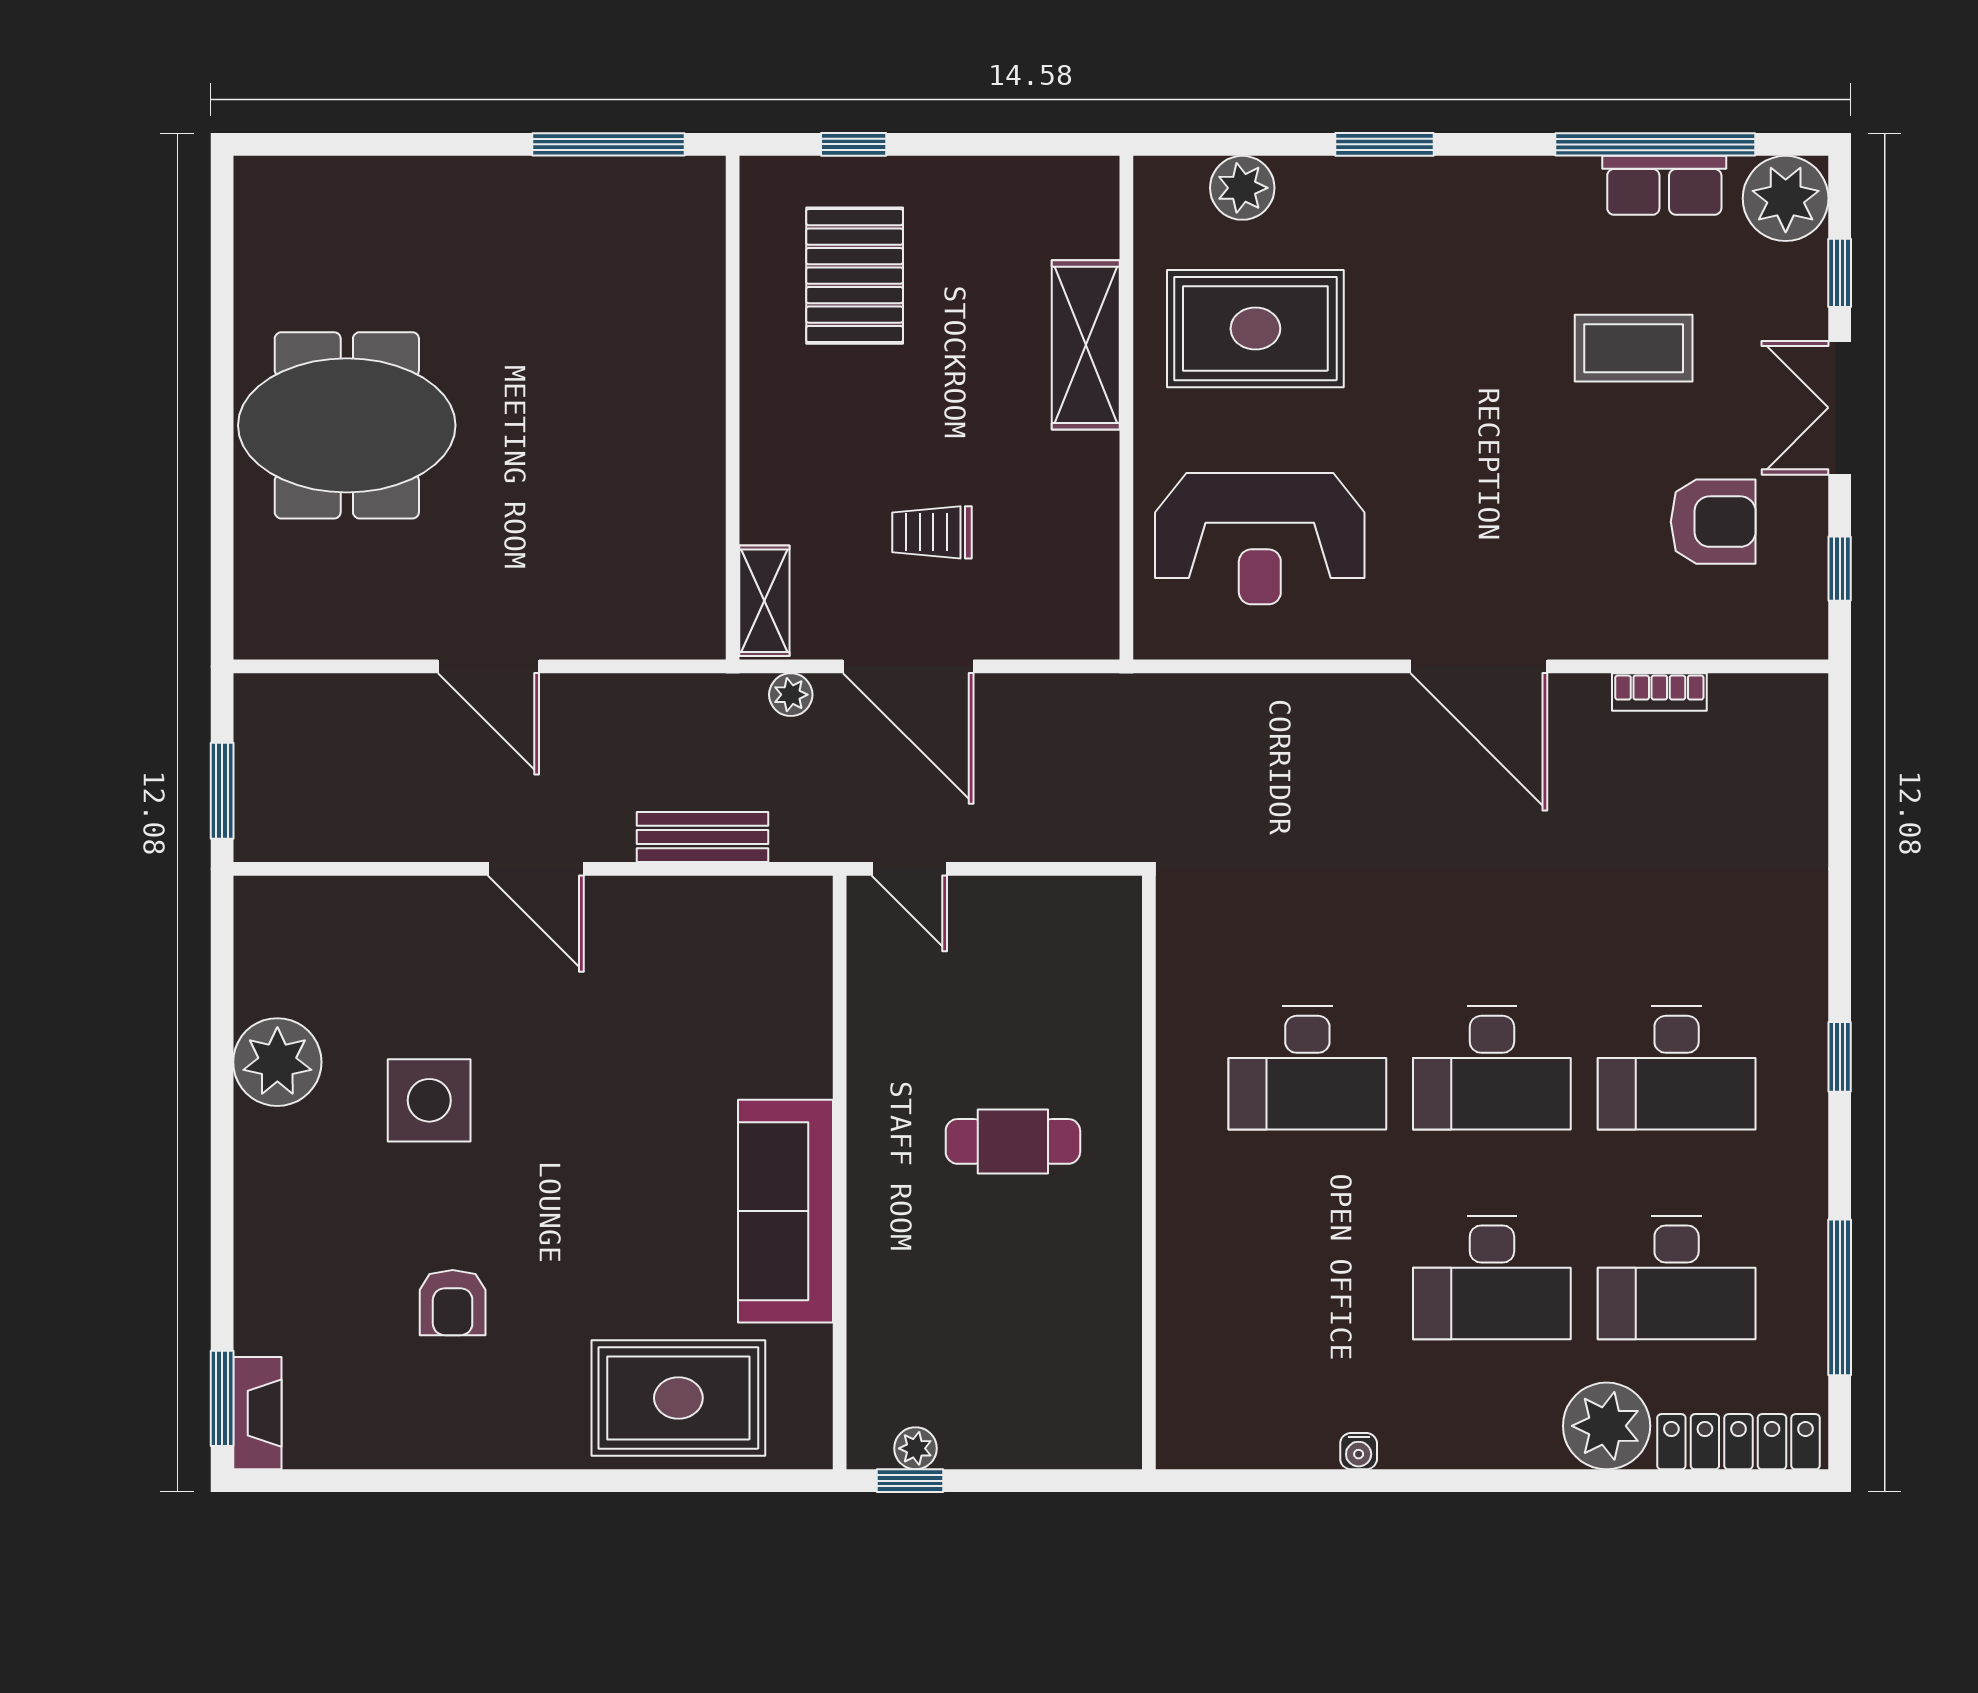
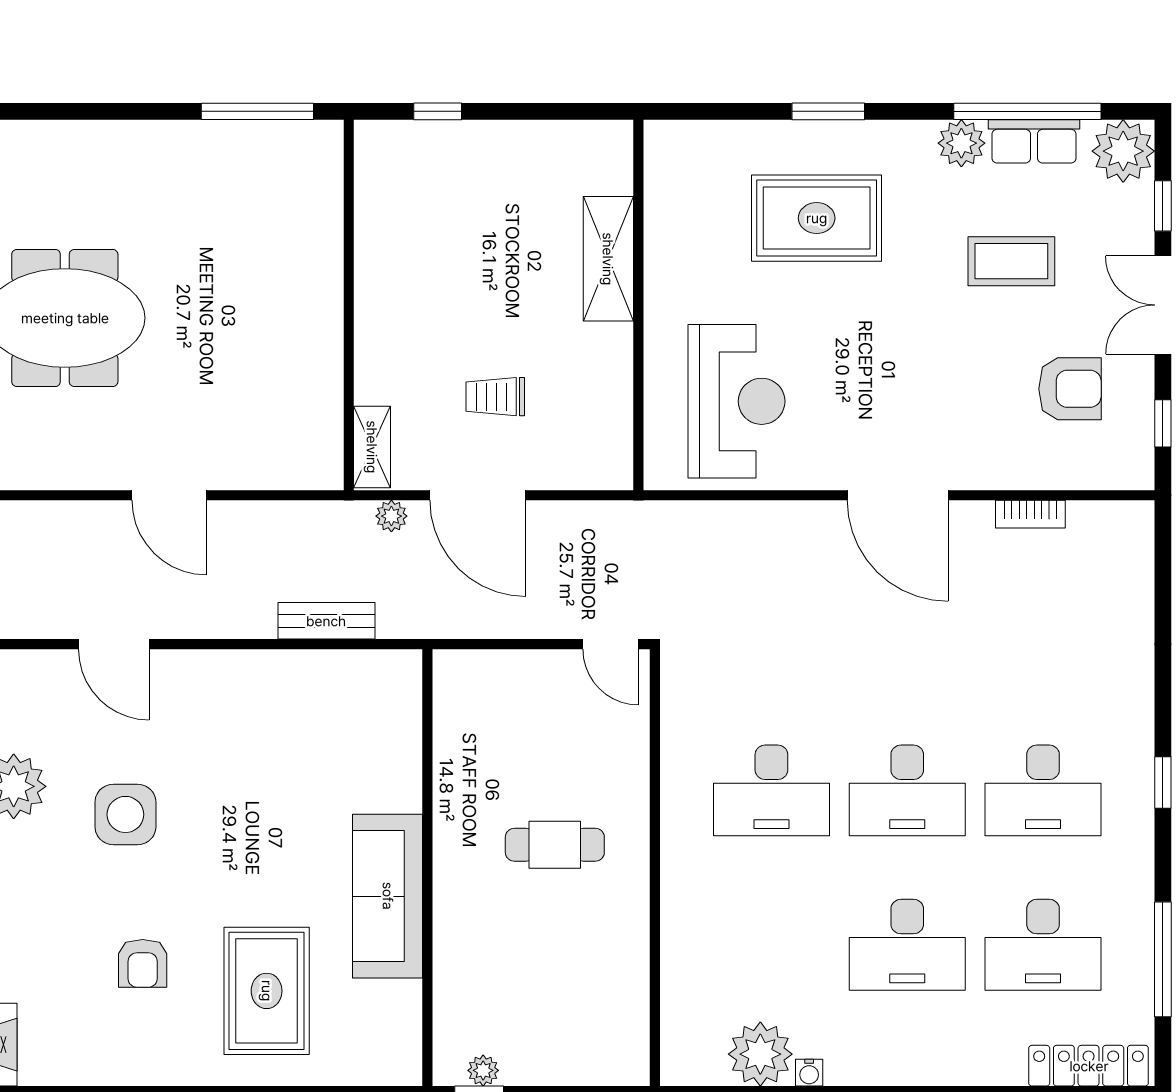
plant: (1242, 188) -> (961, 143), moved
pallet: (855, 276) -> (438, 208), removed
rug: (1255, 329) -> (817, 218), moved
reception desk: (1260, 539) -> (736, 401), turned -90
door: (536, 869) -> (114, 644), moved
door: (909, 869) -> (611, 644), moved
rug: (678, 1398) -> (267, 991), moved, turned 90
plant: (1607, 1426) -> (760, 1054), moved

